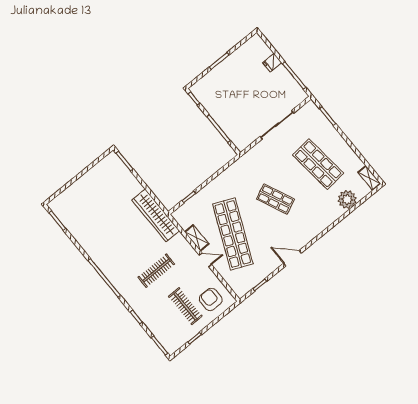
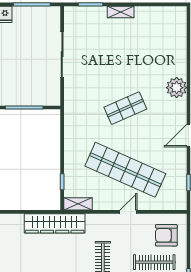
shop shelf: (318, 164) -> (125, 46), removed
shelving: (369, 178) -> (121, 12), moved
plant: (347, 199) -> (177, 88), moved
shelving: (197, 238) -> (78, 204), moved

